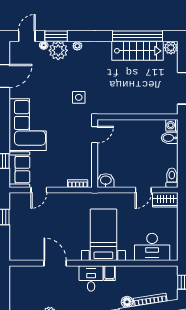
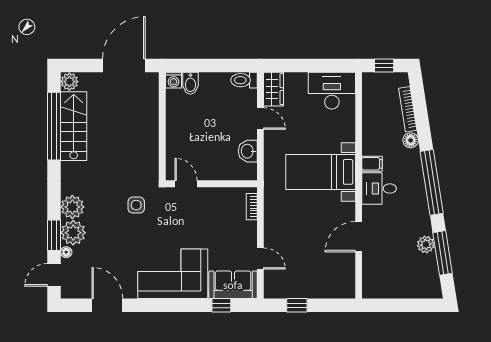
door: (27, 36) -> (54, 275), hinge flipped
plant: (77, 46) -> (72, 207), width x1.87, depth x1.87
washbasin: (106, 181) -> (248, 151), moved
desk: (152, 247) -> (332, 91), moved, turned -90

